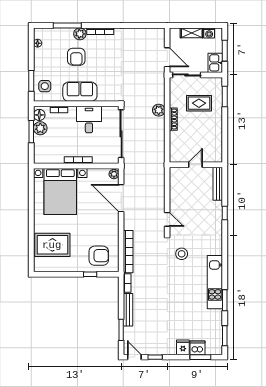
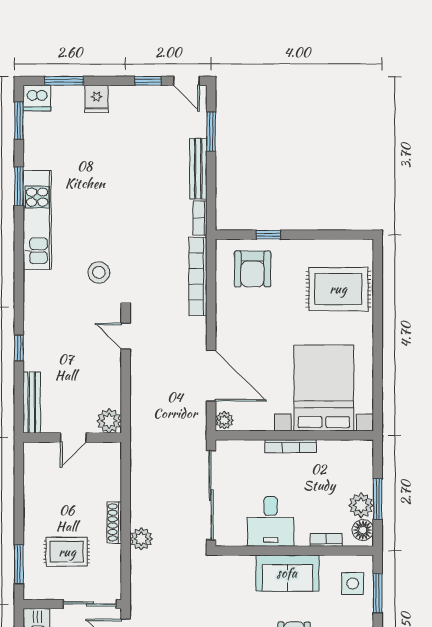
plant: (176, 174) -> (109, 421), added
armchair: (99, 256) -> (252, 269), turned -90
dishwasher: (197, 348) -> (37, 98), moved

